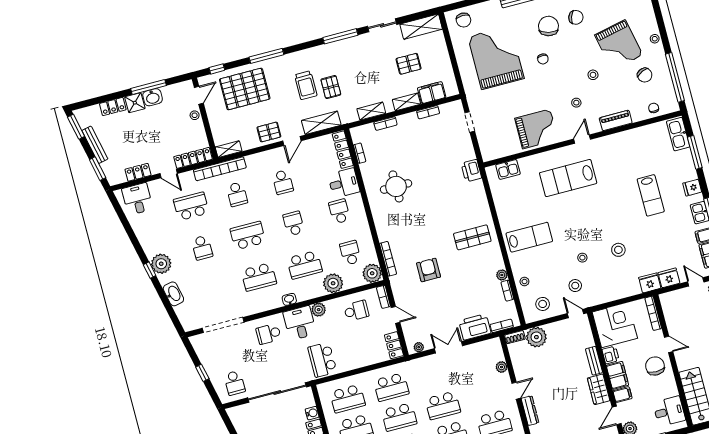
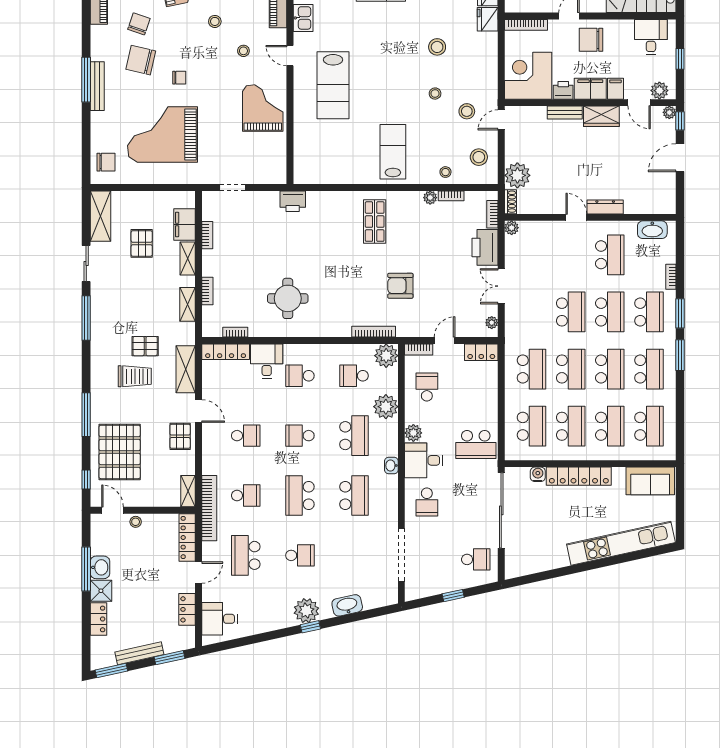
kitchen sink: (508, 169) -> (303, 18), moved
plant: (502, 367) -> (512, 228), moved

